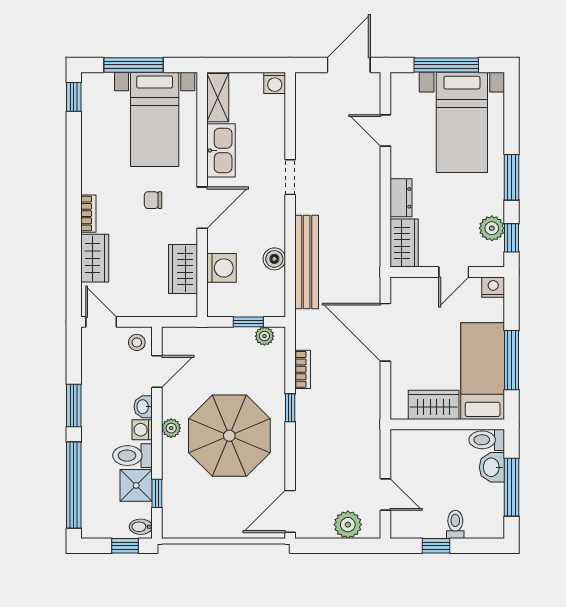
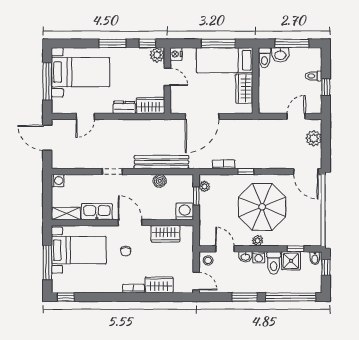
plant: (492, 228) -> (157, 55), moved
washing machine: (221, 268) -> (185, 211), moved
door: (101, 322) -> (196, 281), swing flipped

